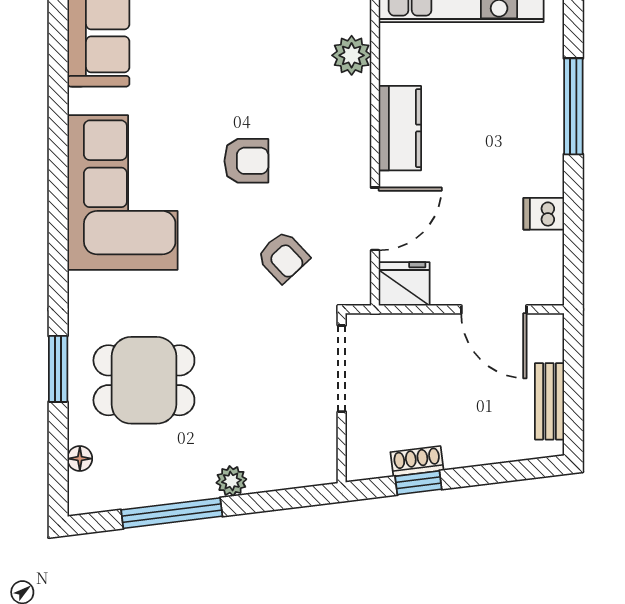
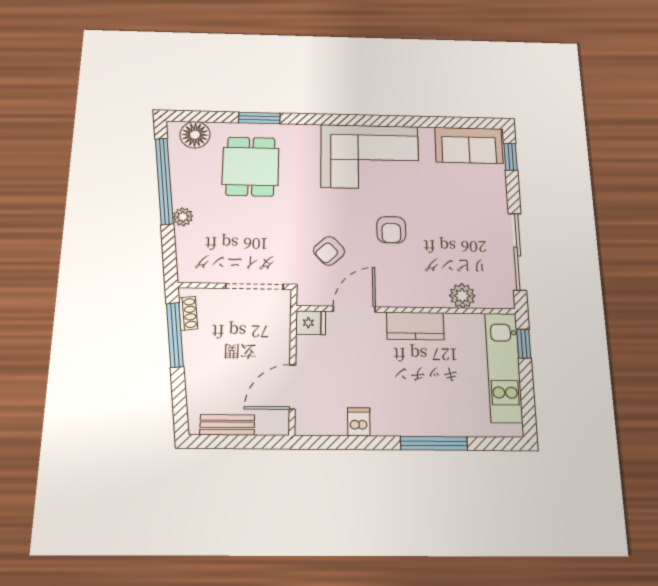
door: (375, 219) -> (354, 309), swing flipped
fridge: (404, 284) -> (311, 323), width x0.72
floor lamp: (80, 459) -> (195, 135), width x1.89, depth x1.89
shoe rack: (417, 461) -> (188, 313), moved
window: (418, 483) -> (175, 335), width x2.17
window: (172, 513) -> (164, 181), width x1.46

